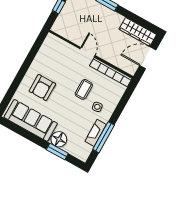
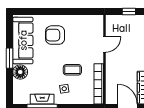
door: (88, 52) -> (104, 45), moved
window: (57, 152) -> (10, 58), moved

